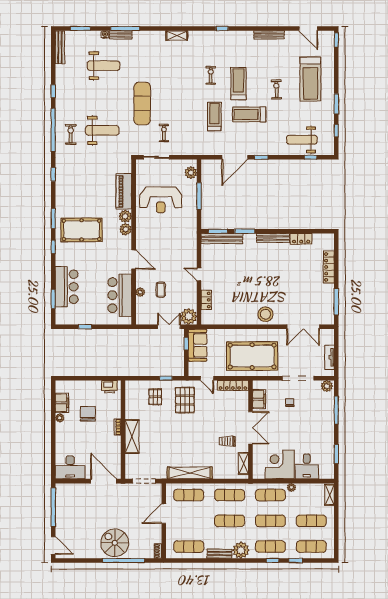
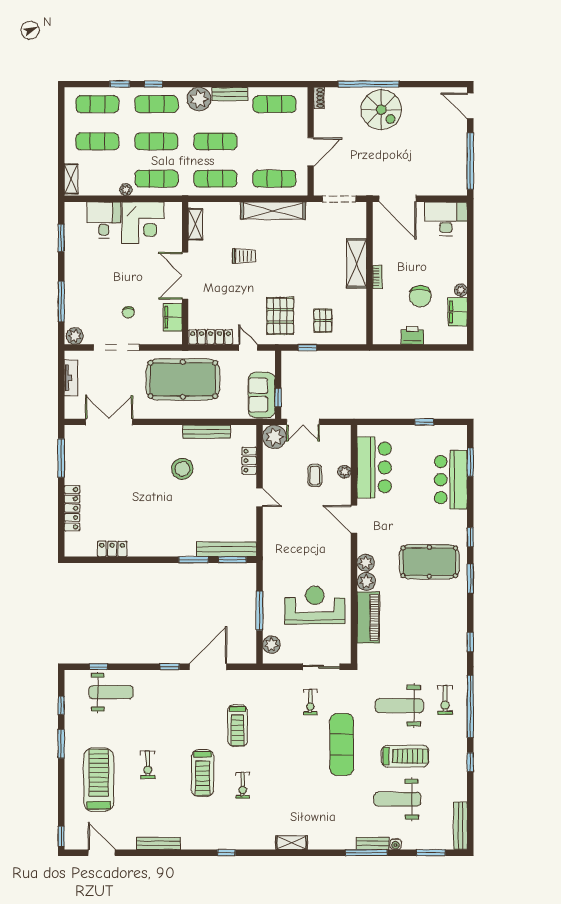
treadmill: (249, 114) -> (405, 756), moved
bench: (273, 238) -> (207, 432), moved
stool: (265, 314) -> (182, 469), moved
printer: (109, 387) -> (412, 335), moved
trolley: (227, 441) -> (244, 256), moved

